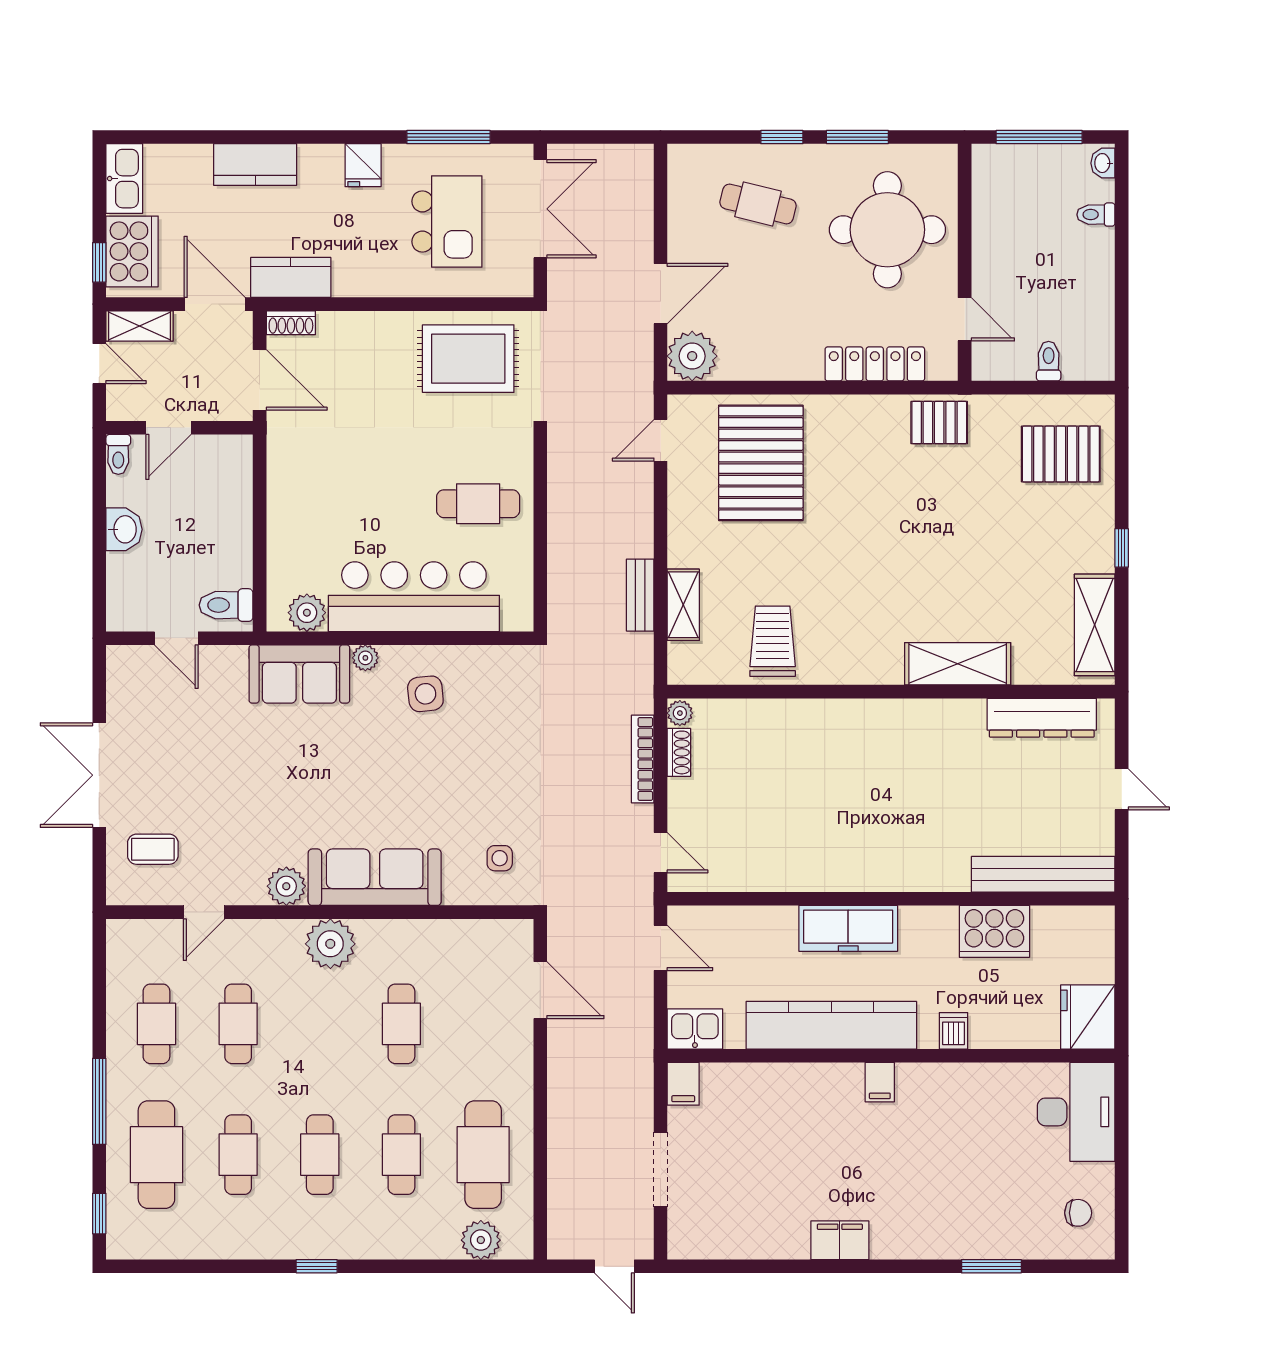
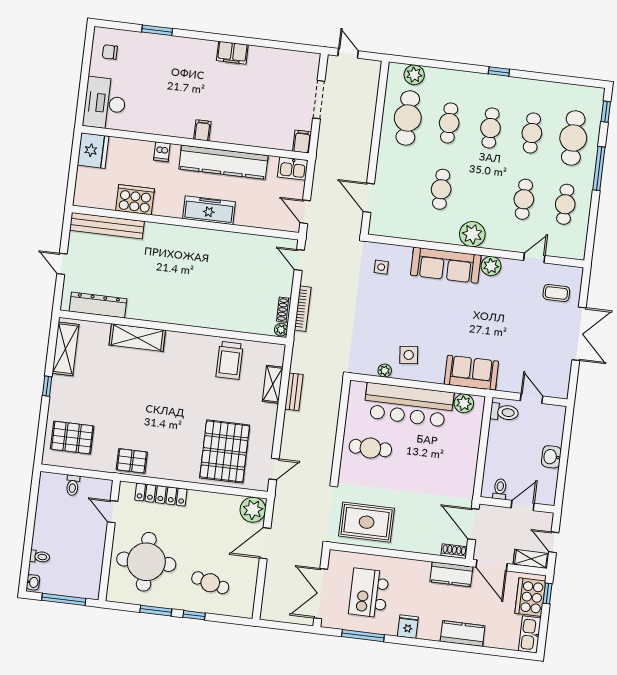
toilet: (118, 454) -> (500, 489), moved
plant: (365, 658) -> (385, 371), moved

